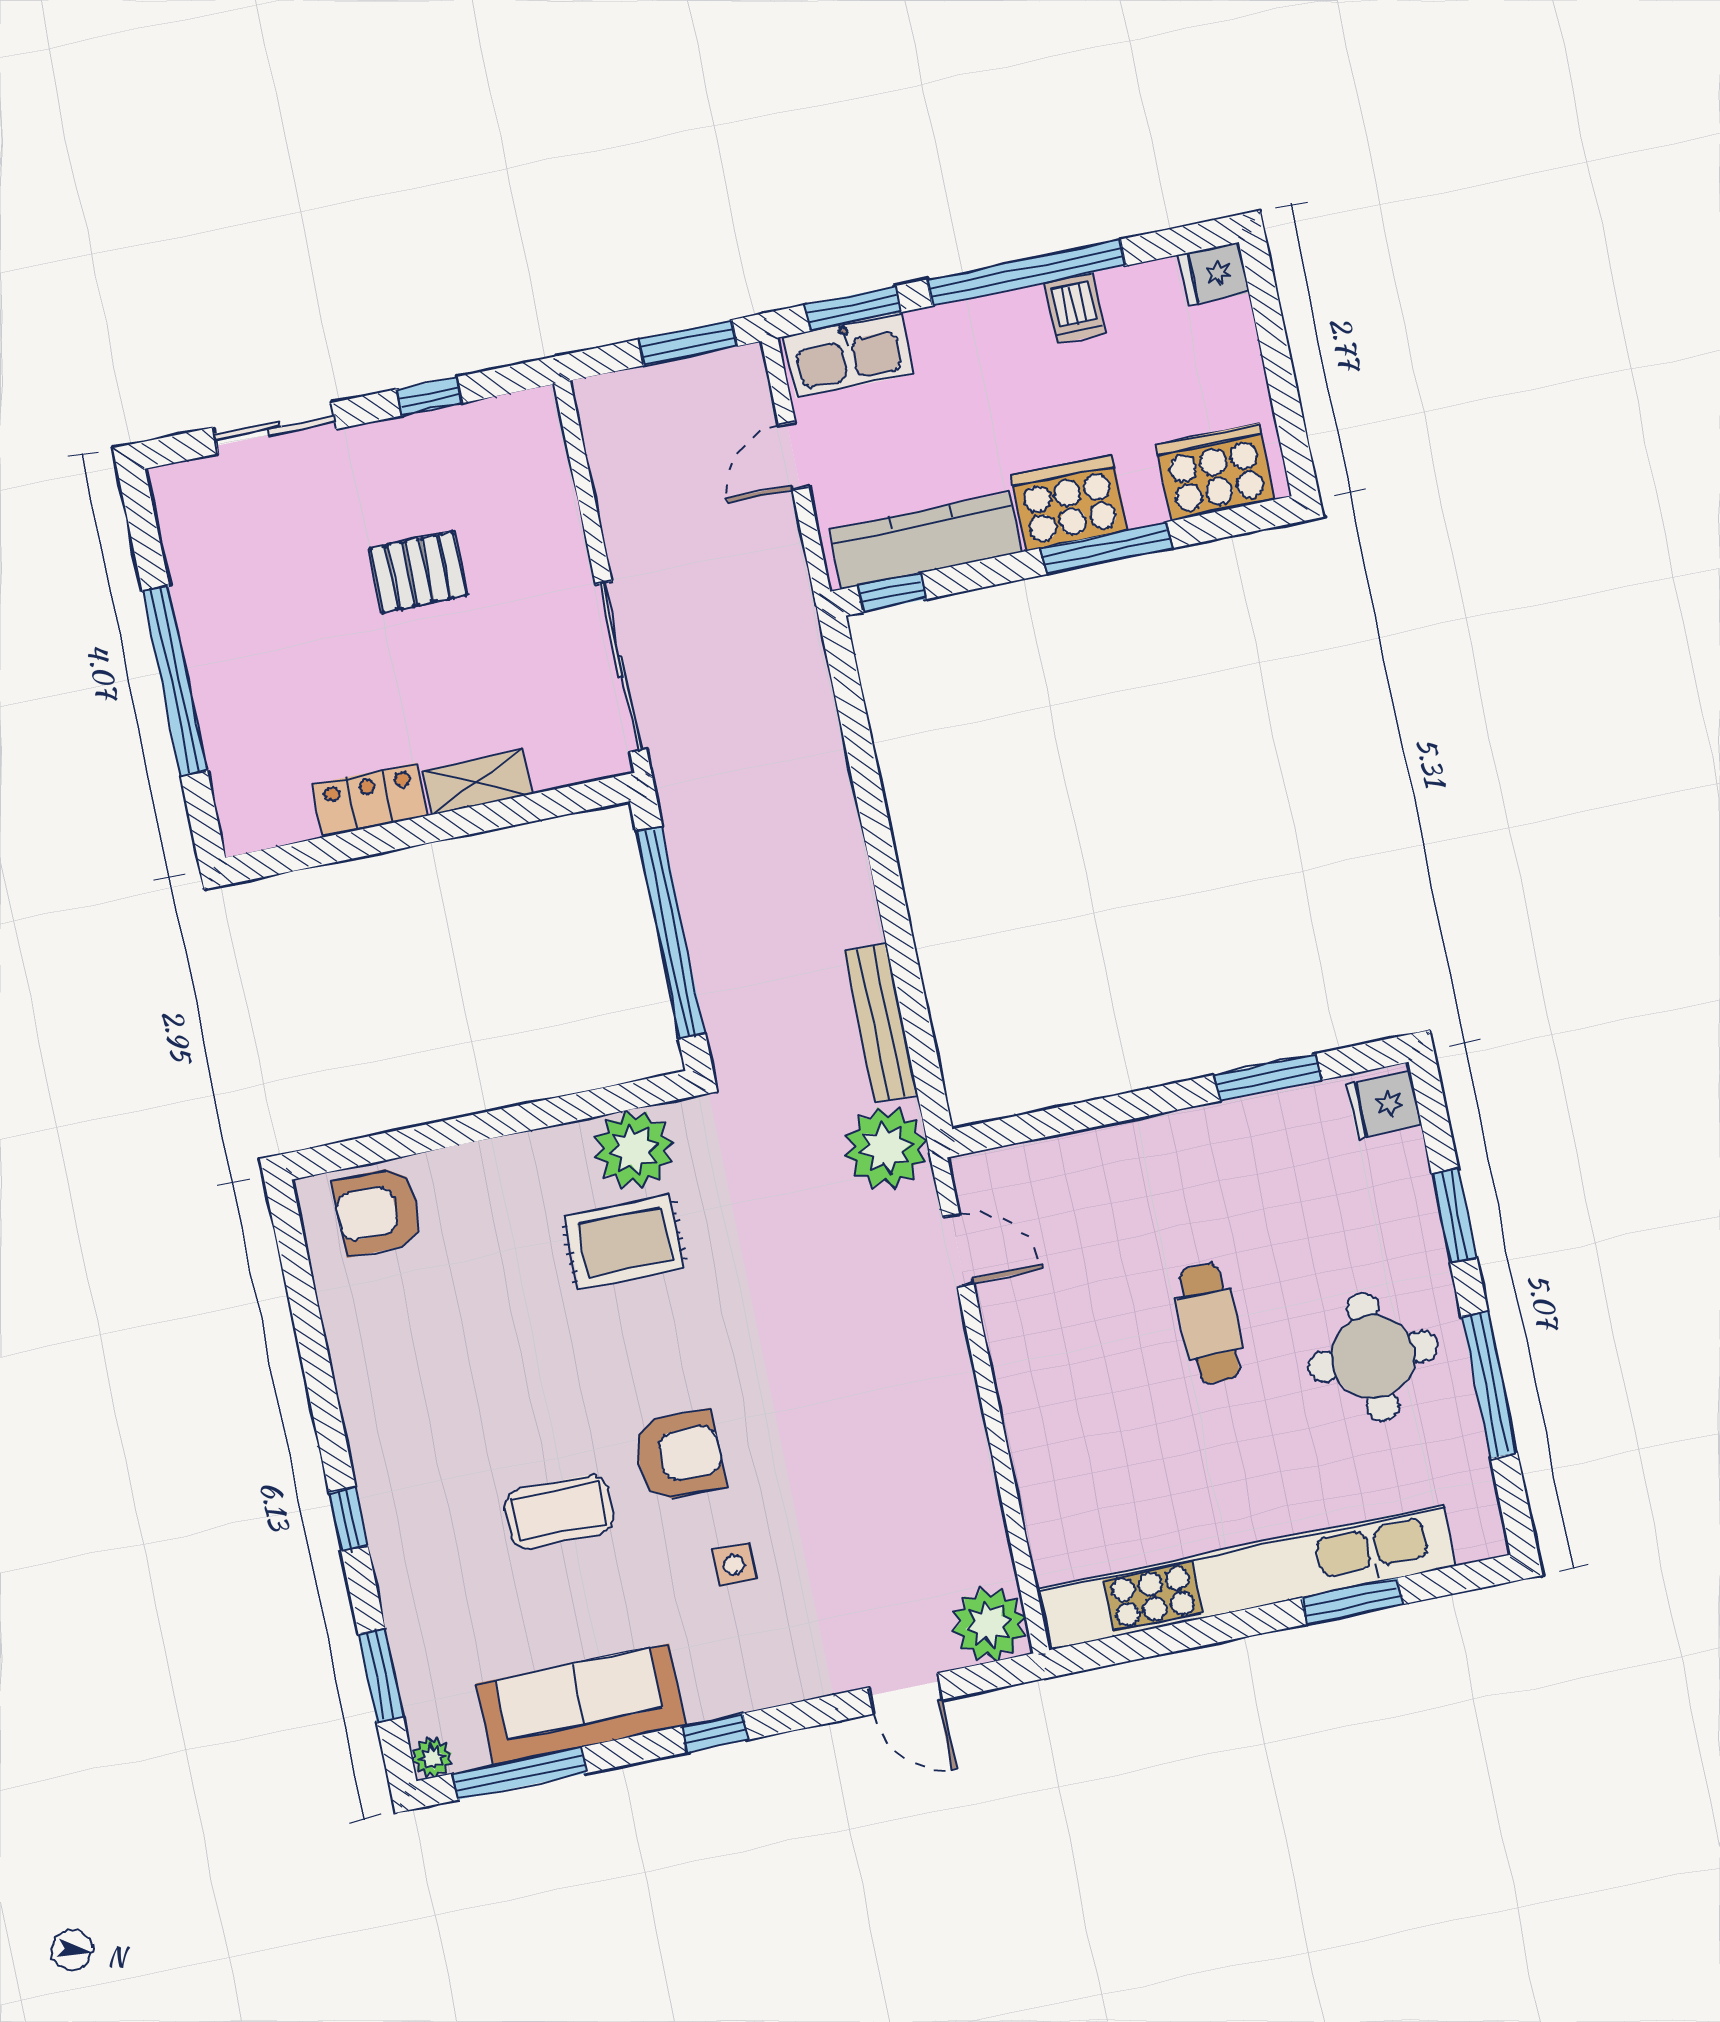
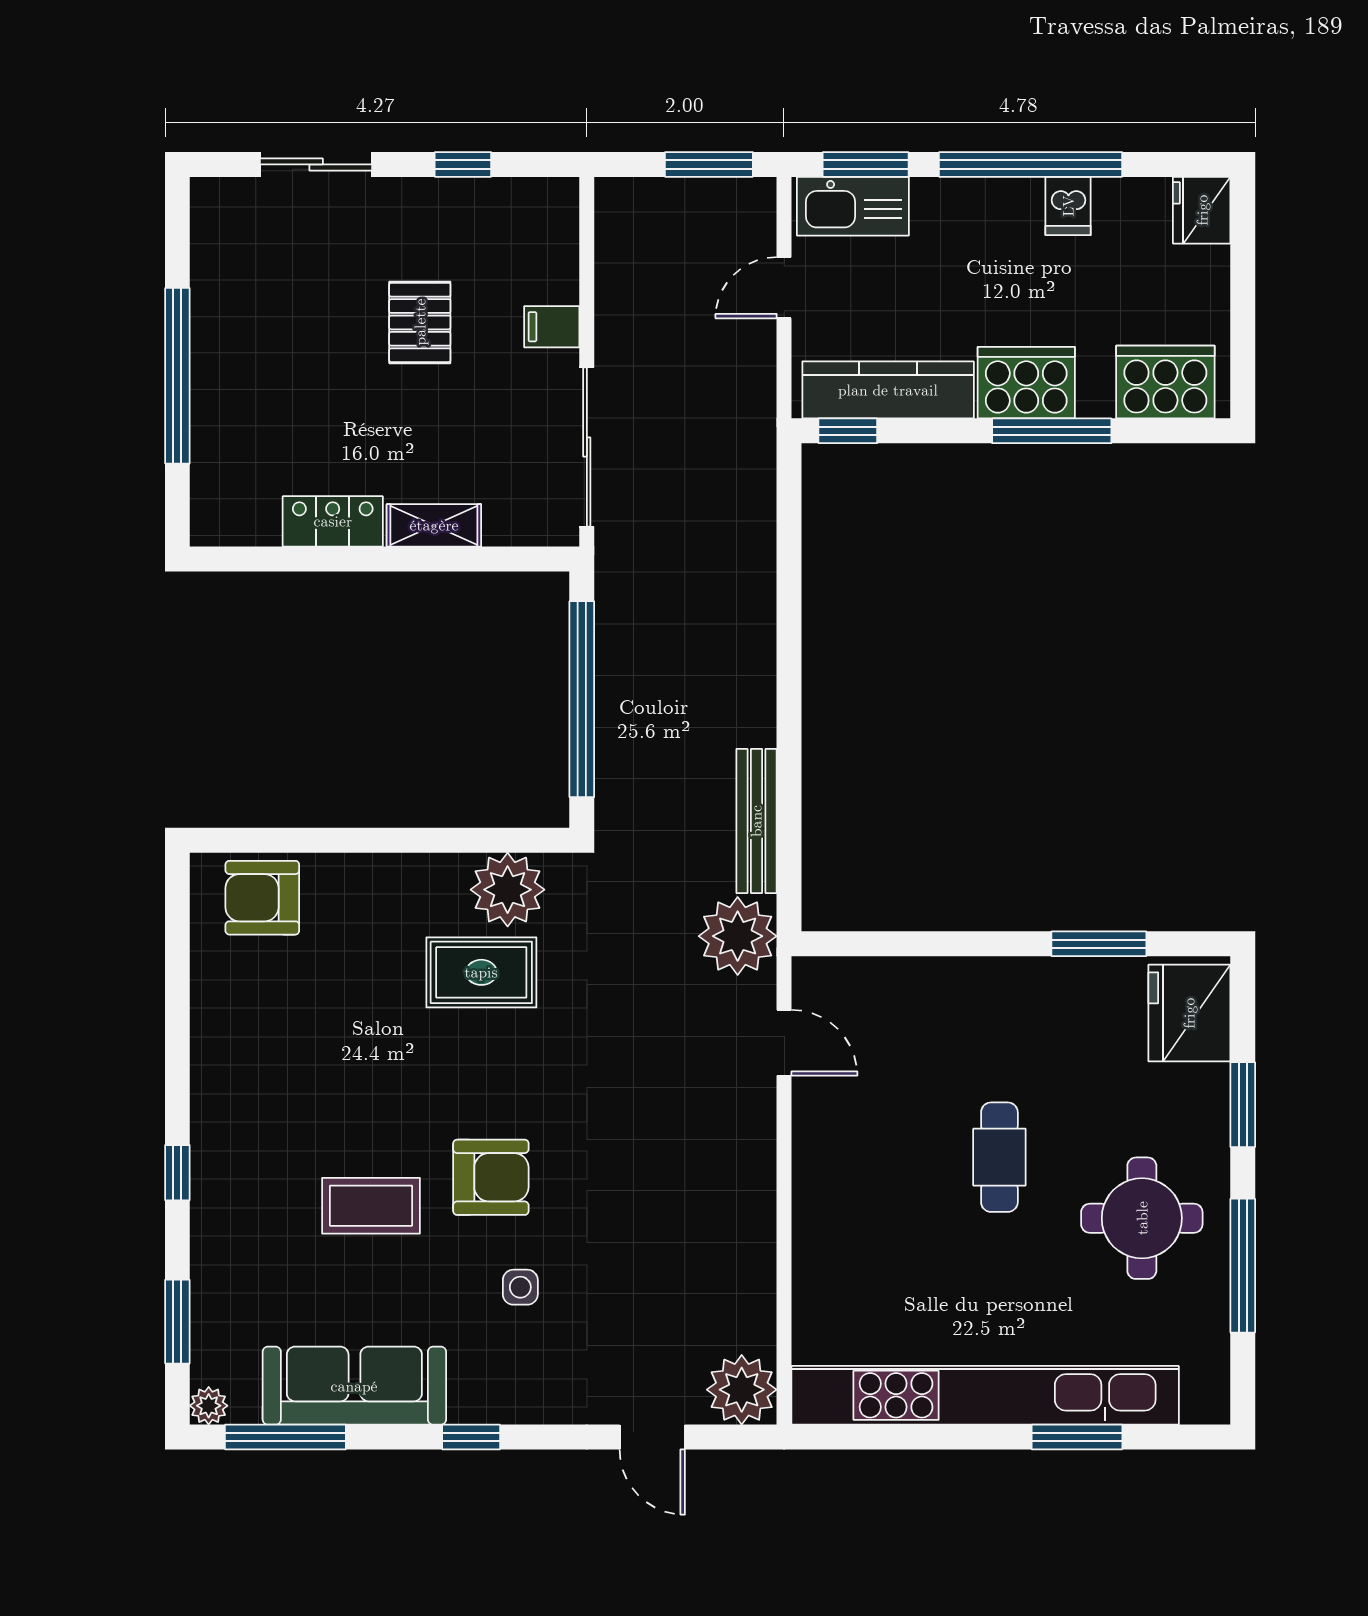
fridge: (1214, 274) -> (1202, 210), width x1.38
filing cabinet: (558, 548) -> (552, 327), added
pallet: (418, 572) -> (420, 322), turned 90
fridge: (1384, 1104) -> (1189, 1013), width x1.88, depth x1.34

